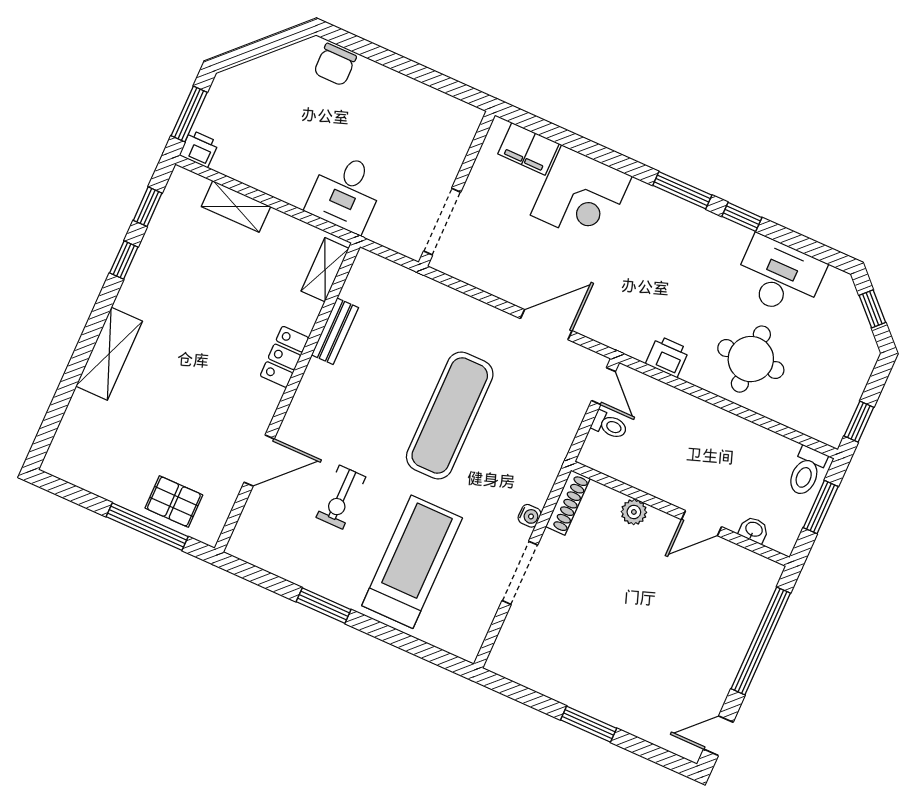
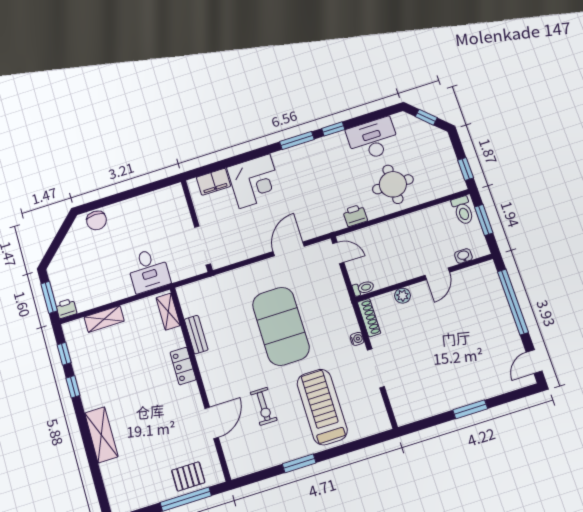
exercise mat: (450, 415) -> (281, 326), width x1.47
toilet: (609, 425) -> (363, 288), moved

